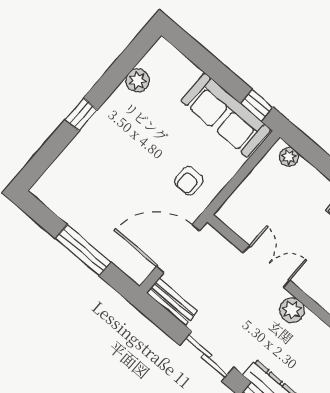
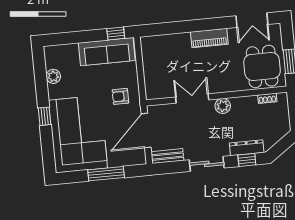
plant: (289, 157) -> (153, 41), removed
corner sofa: (98, 174) -> (78, 134), added
armchair: (189, 181) -> (120, 96), turned 90

